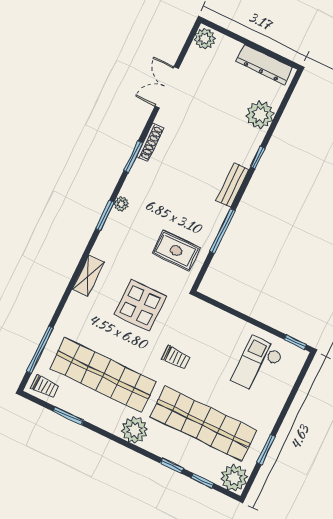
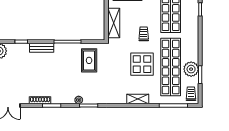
shelving: (88, 276) -> (138, 99), moved
display table: (140, 305) -> (142, 64), moved
shelving: (216, 318) -> (114, 23), added
plant: (135, 430) -> (191, 69), moved

